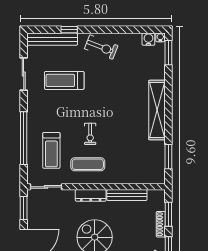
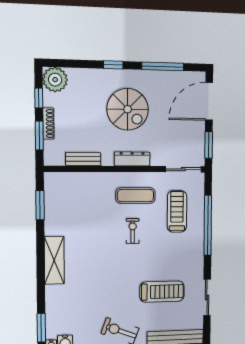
shelving: (157, 110) -> (54, 260), width x0.68
bench: (127, 195) -> (83, 159), width x0.73

